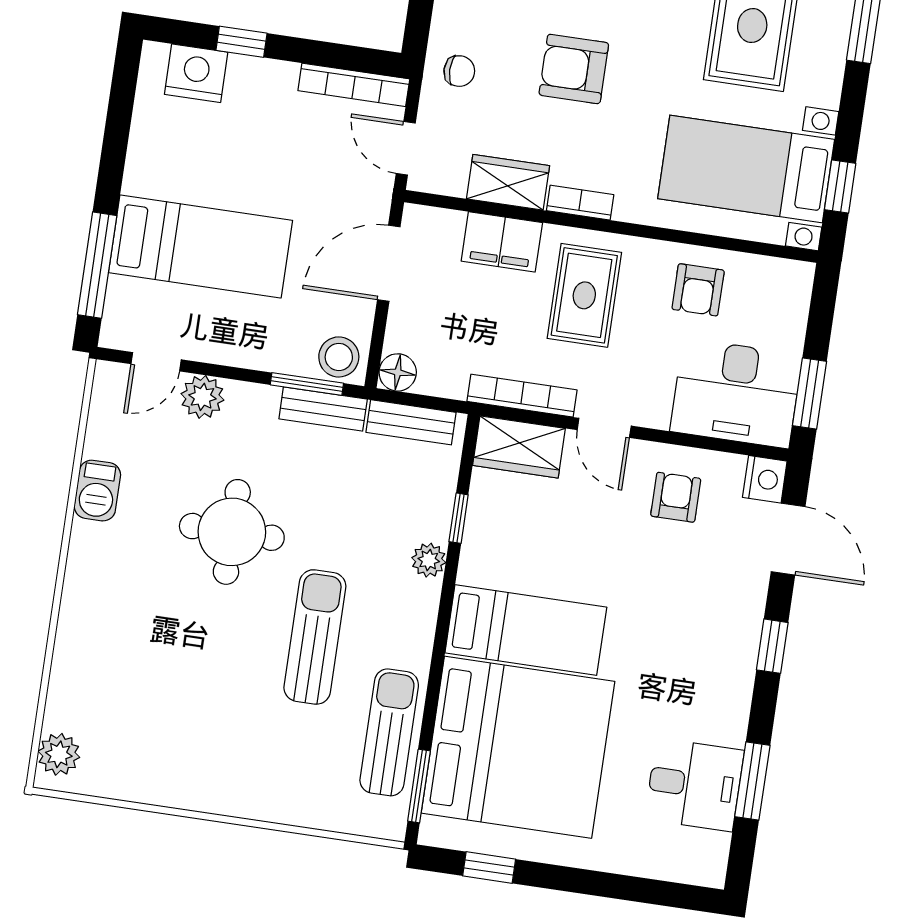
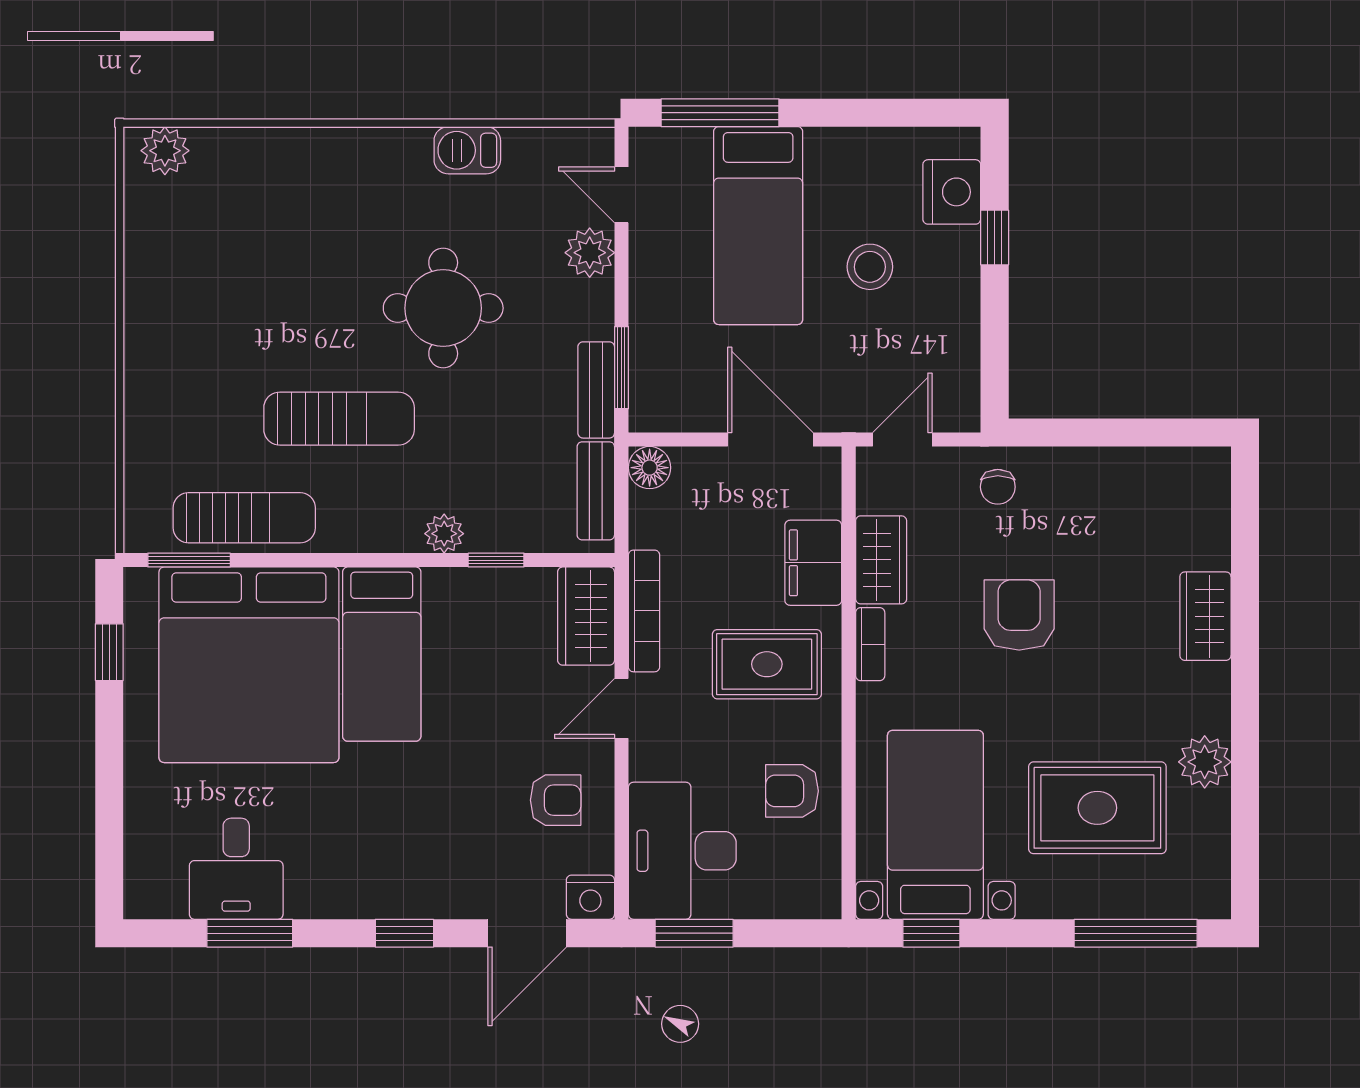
bookcase: (354, 85) -> (965, 371), removed
stool: (339, 357) -> (870, 267), moved

